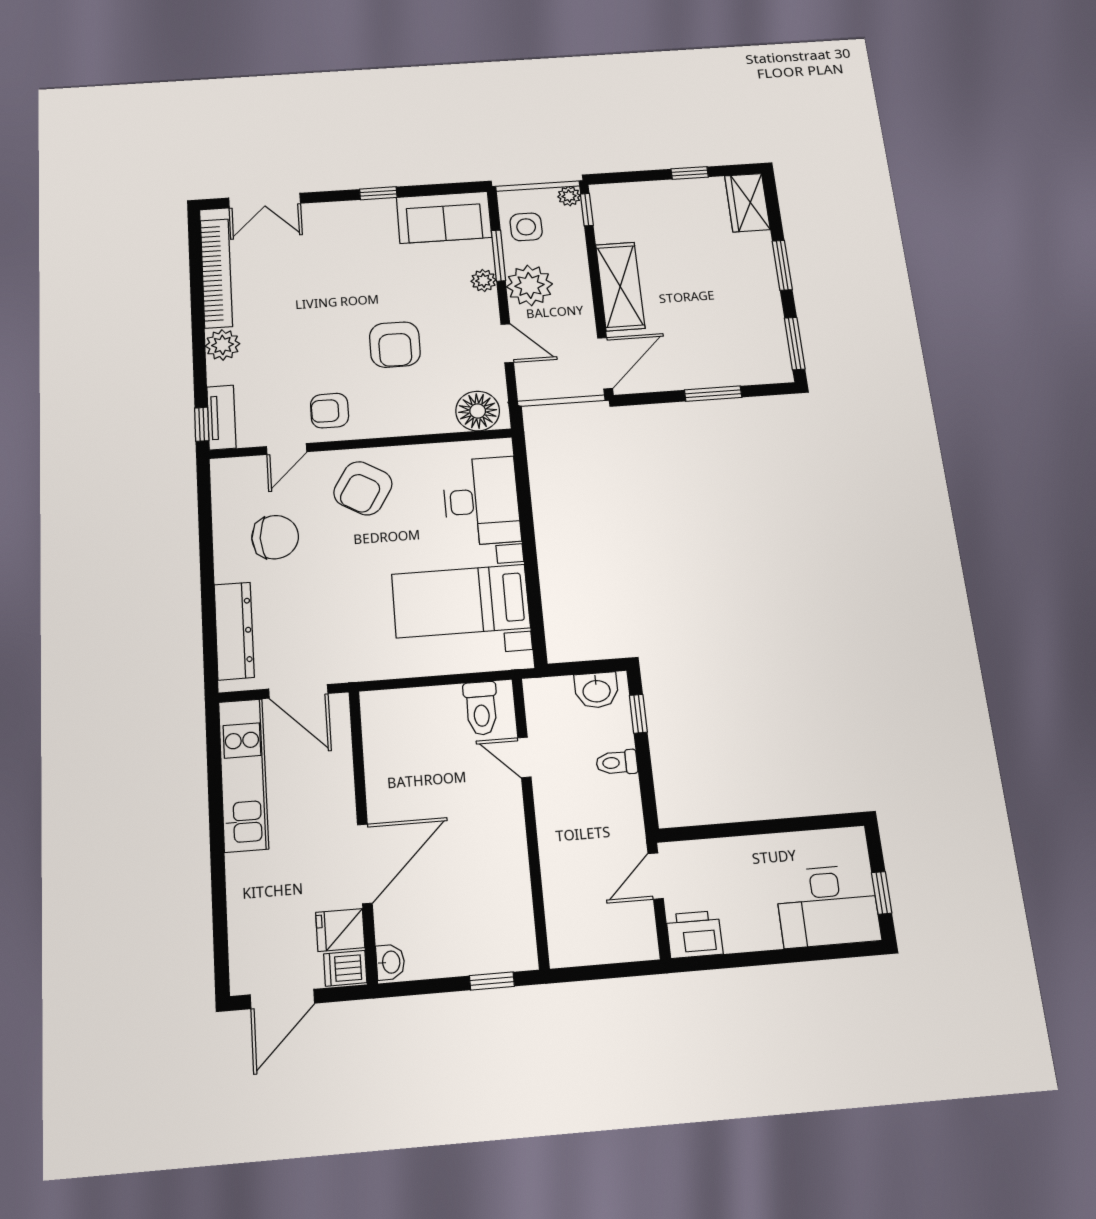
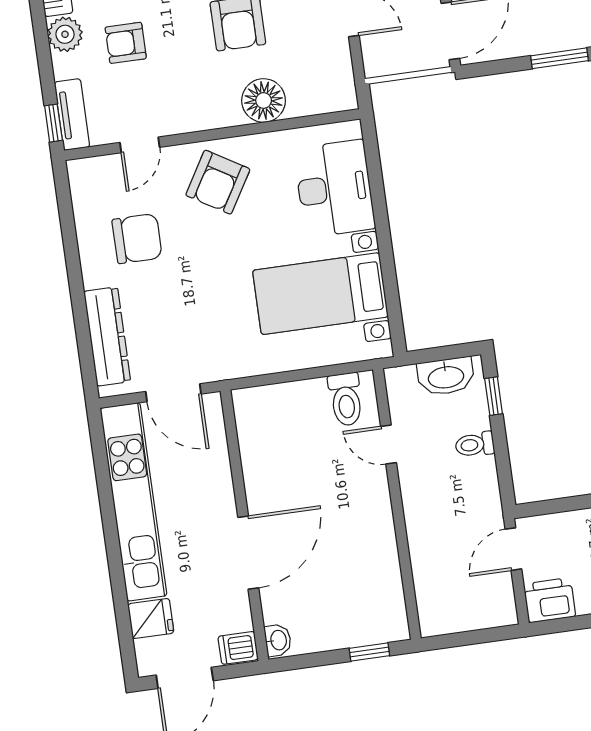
armchair: (330, 411) -> (126, 43), moved
floor lamp: (478, 411) -> (264, 100), moved
washbasin: (596, 690) -> (446, 376), width x1.38
kitchen unit: (243, 775) -> (134, 502), width x1.36
fridge: (340, 930) -> (151, 618), moved, turned 180

